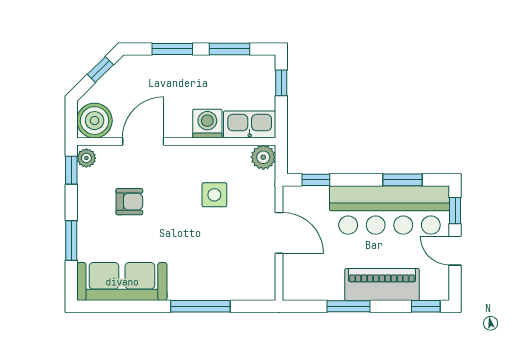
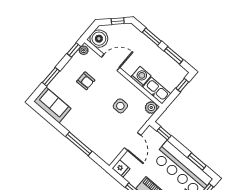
sofa: (122, 282) -> (52, 105), width x0.73
fridge: (296, 289) -> (121, 168), added

